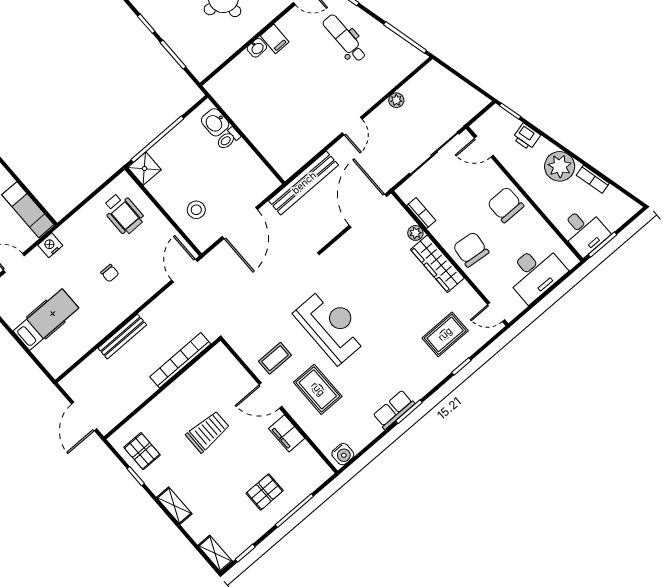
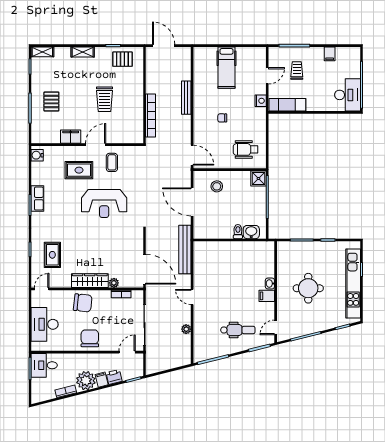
filing cabinet: (542, 149) -> (102, 380), added
chair: (506, 205) -> (90, 338), turned -90

